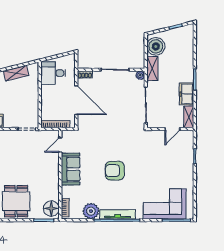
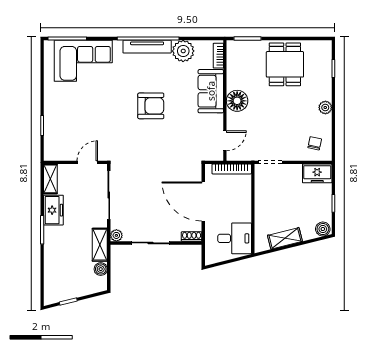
boiler: (156, 46) -> (101, 269), width x0.54, depth x0.54
door: (172, 129) -> (87, 162), moved
sofa: (71, 169) -> (211, 91), moved
floor lamp: (51, 209) -> (237, 101), moved

